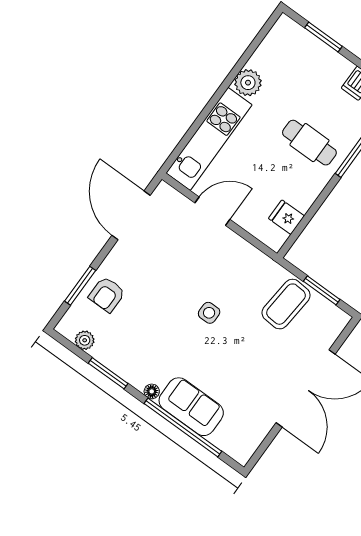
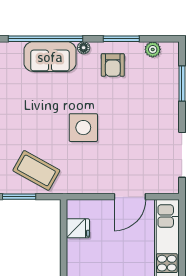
armchair: (107, 294) -> (113, 65), moved, turned 180
coffee table: (286, 304) -> (36, 170), turned -66
side table: (209, 313) -> (83, 128), width x1.87, depth x1.87

